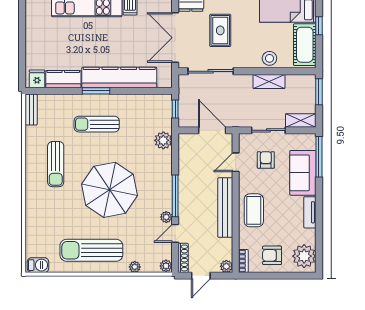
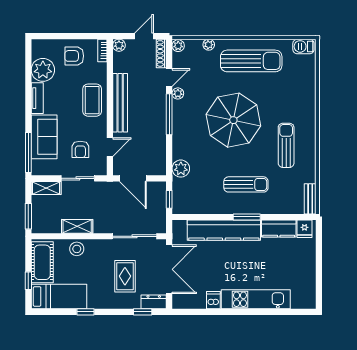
armchair: (272, 255) -> (74, 56), turned 180
plant: (304, 256) -> (43, 70), moved

